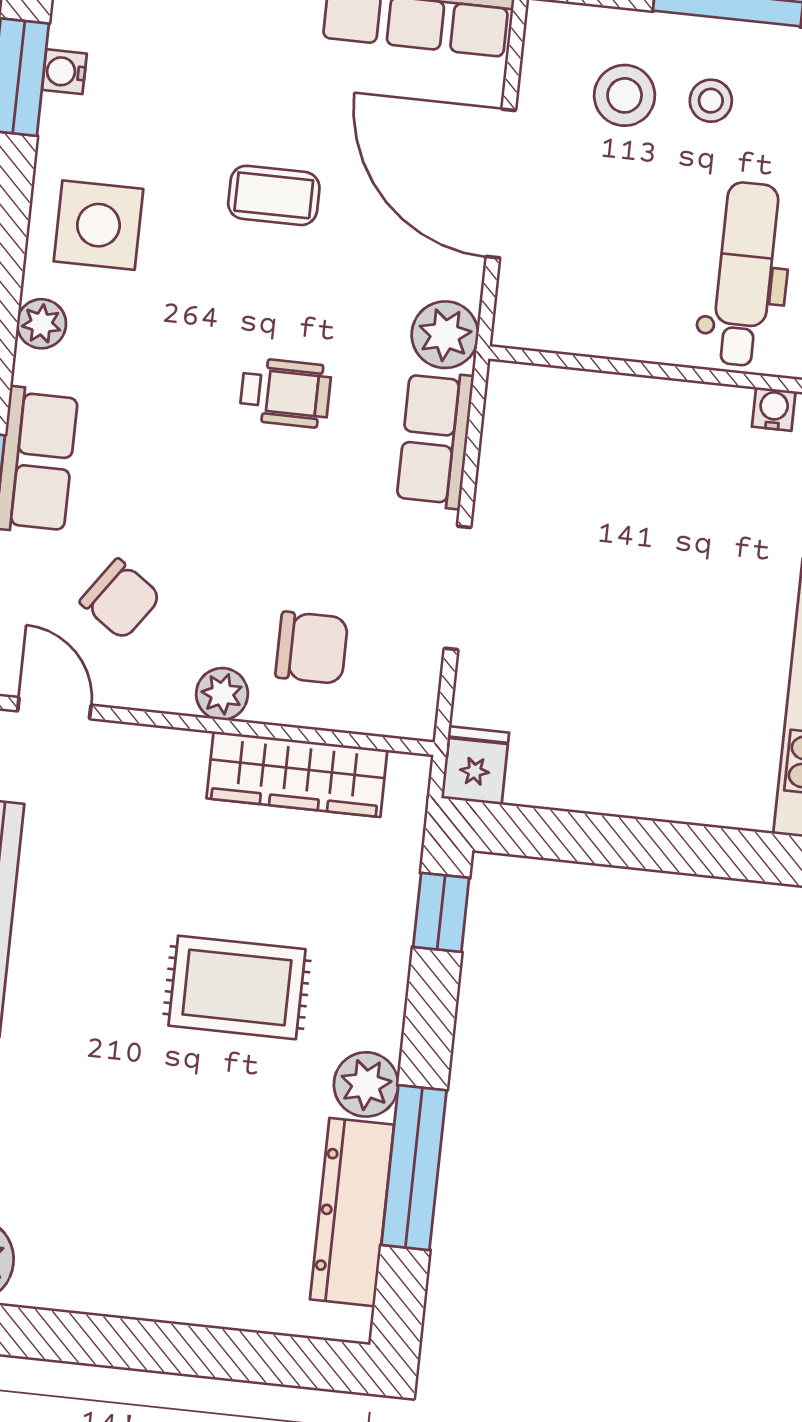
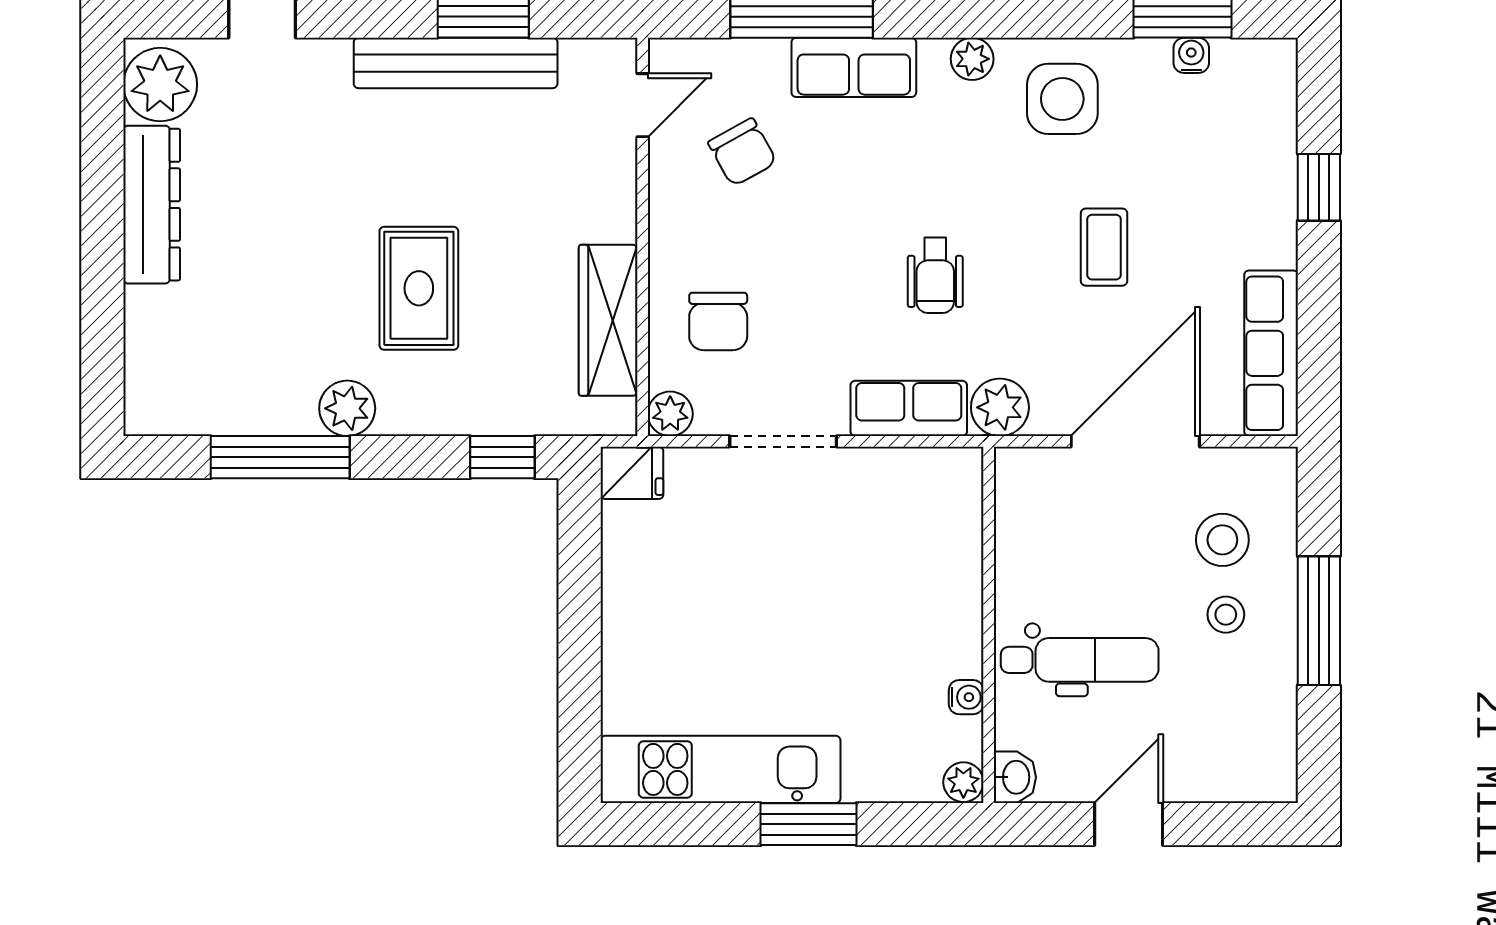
chair: (120, 599) -> (742, 152), turned -64
plant: (222, 694) -> (670, 414), moved
dresser: (352, 1212) -> (152, 205), moved, turned 90

